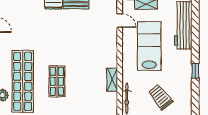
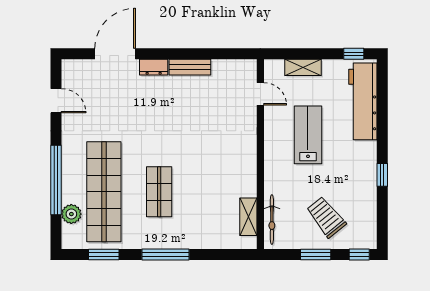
lab bench: (149, 46) -> (308, 135), width x0.73, depth x0.72
shelving: (112, 80) -> (248, 217), moved

